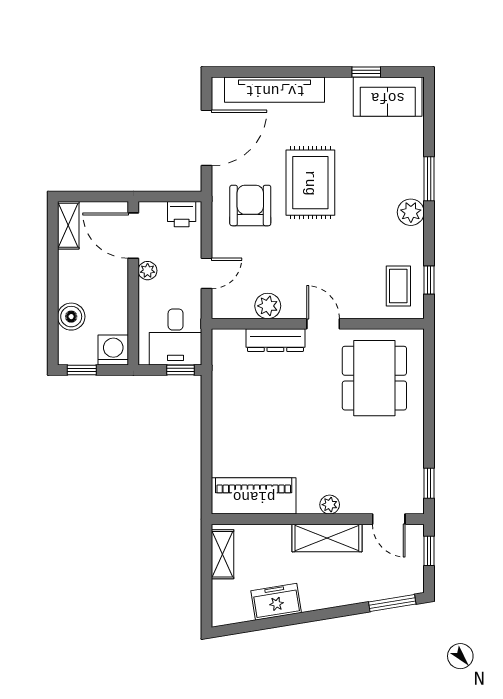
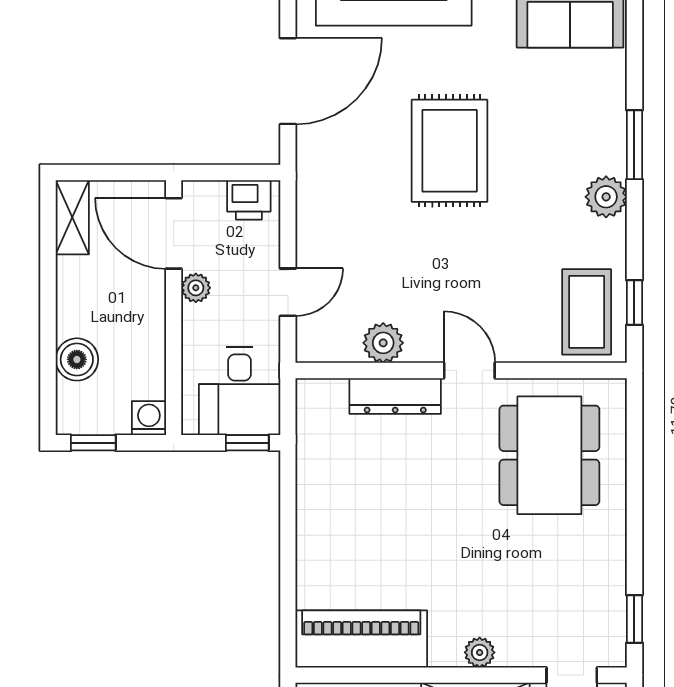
armchair: (250, 205) -> (356, 186), removed
coffee table: (398, 286) -> (587, 312), width x1.36, depth x1.30
washing machine: (113, 350) -> (149, 418), width x0.73, depth x0.73

